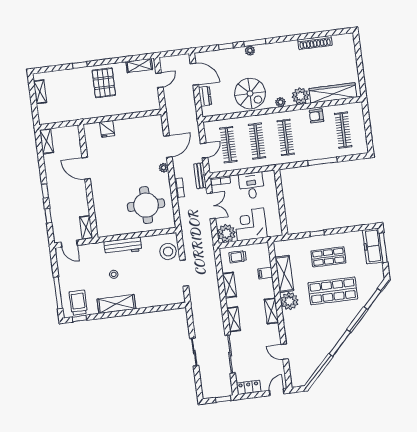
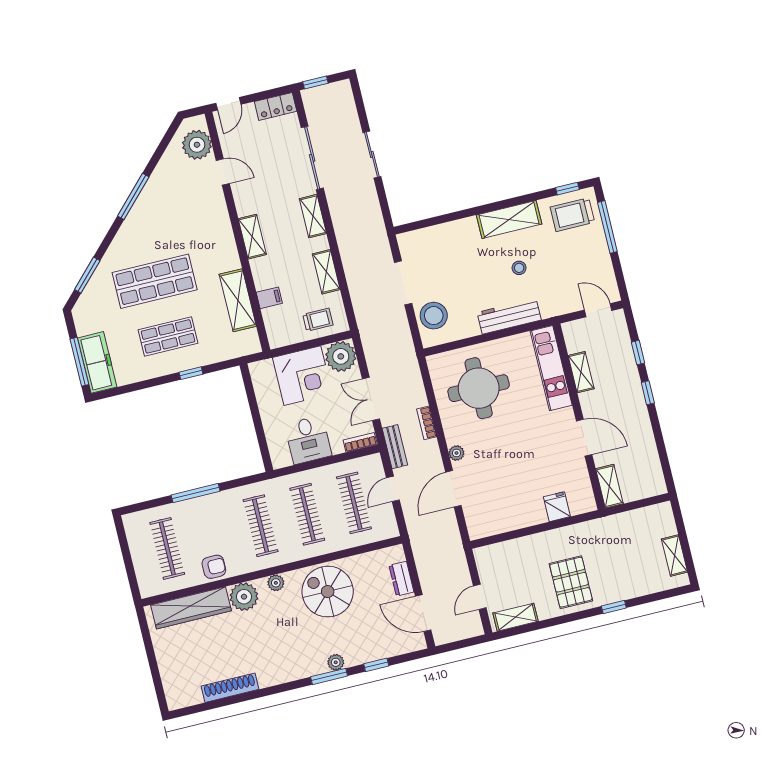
shelving: (47, 141) -> (609, 486), moved
kitchen unit: (101, 212) -> (551, 368), added
shelving: (86, 227) -> (581, 372), moved
plant: (289, 301) -> (197, 145), moved
trolley: (78, 303) -> (572, 215), turned 90

